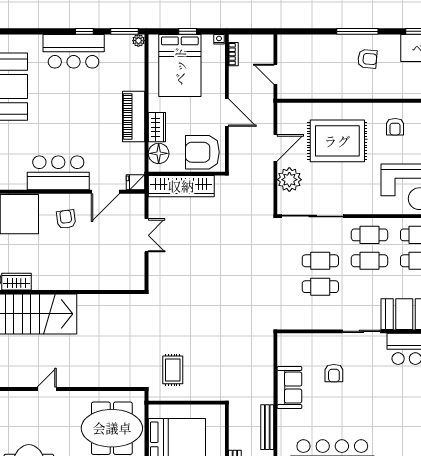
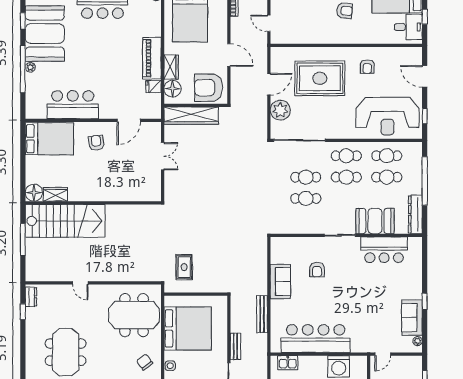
bar counter: (58, 173) -> (73, 105), moved
fridge: (136, 182) -> (154, 86), moved
door: (47, 389) -> (80, 283), swing flipped

